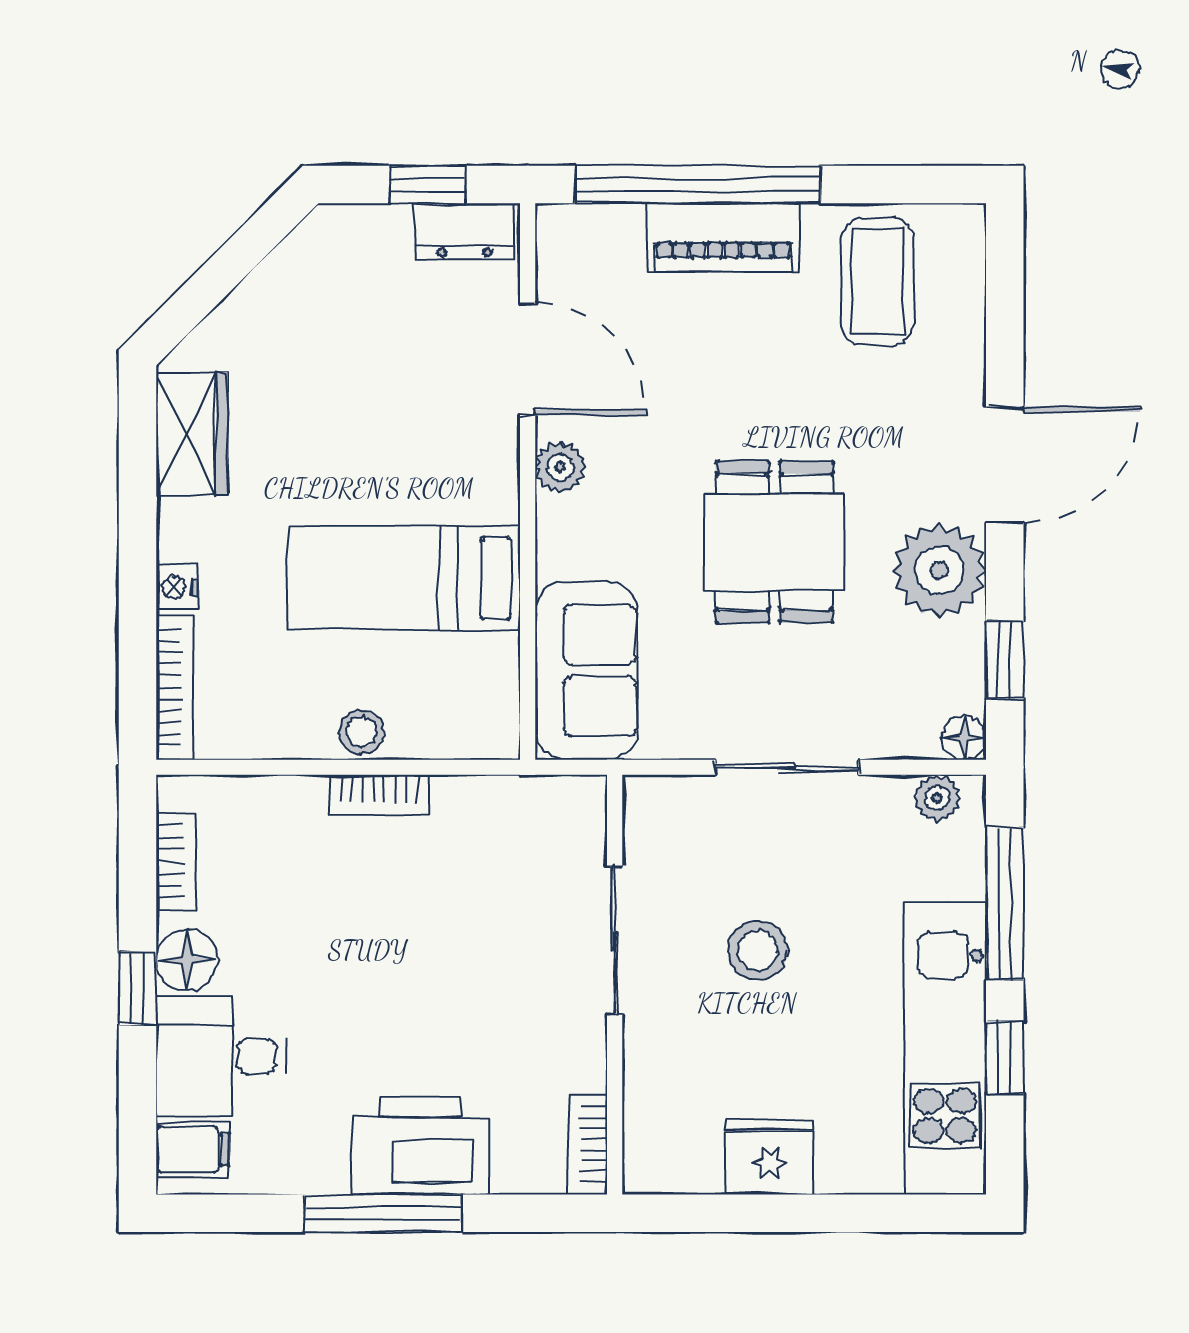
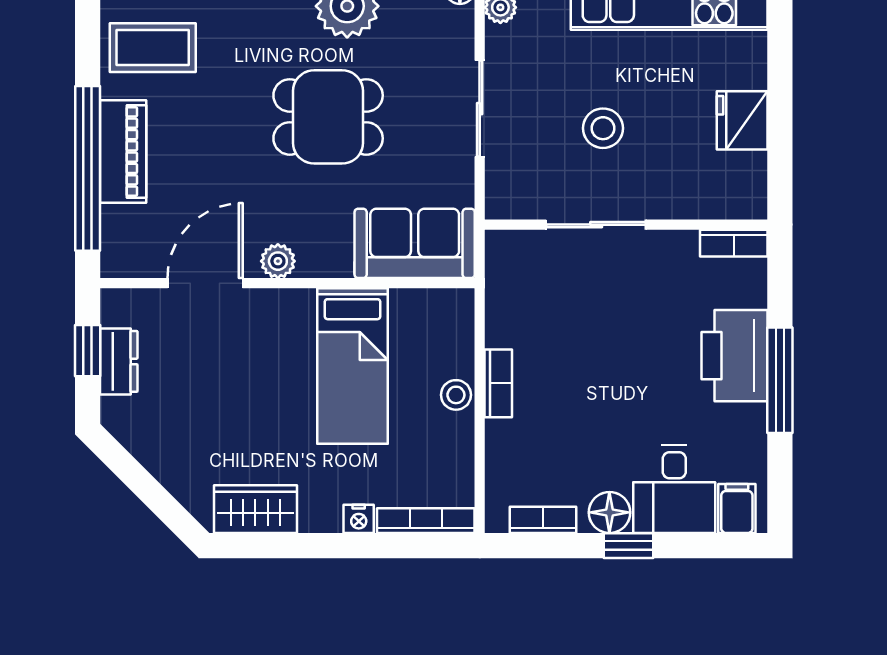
dresser: (464, 231) -> (119, 361), moved

